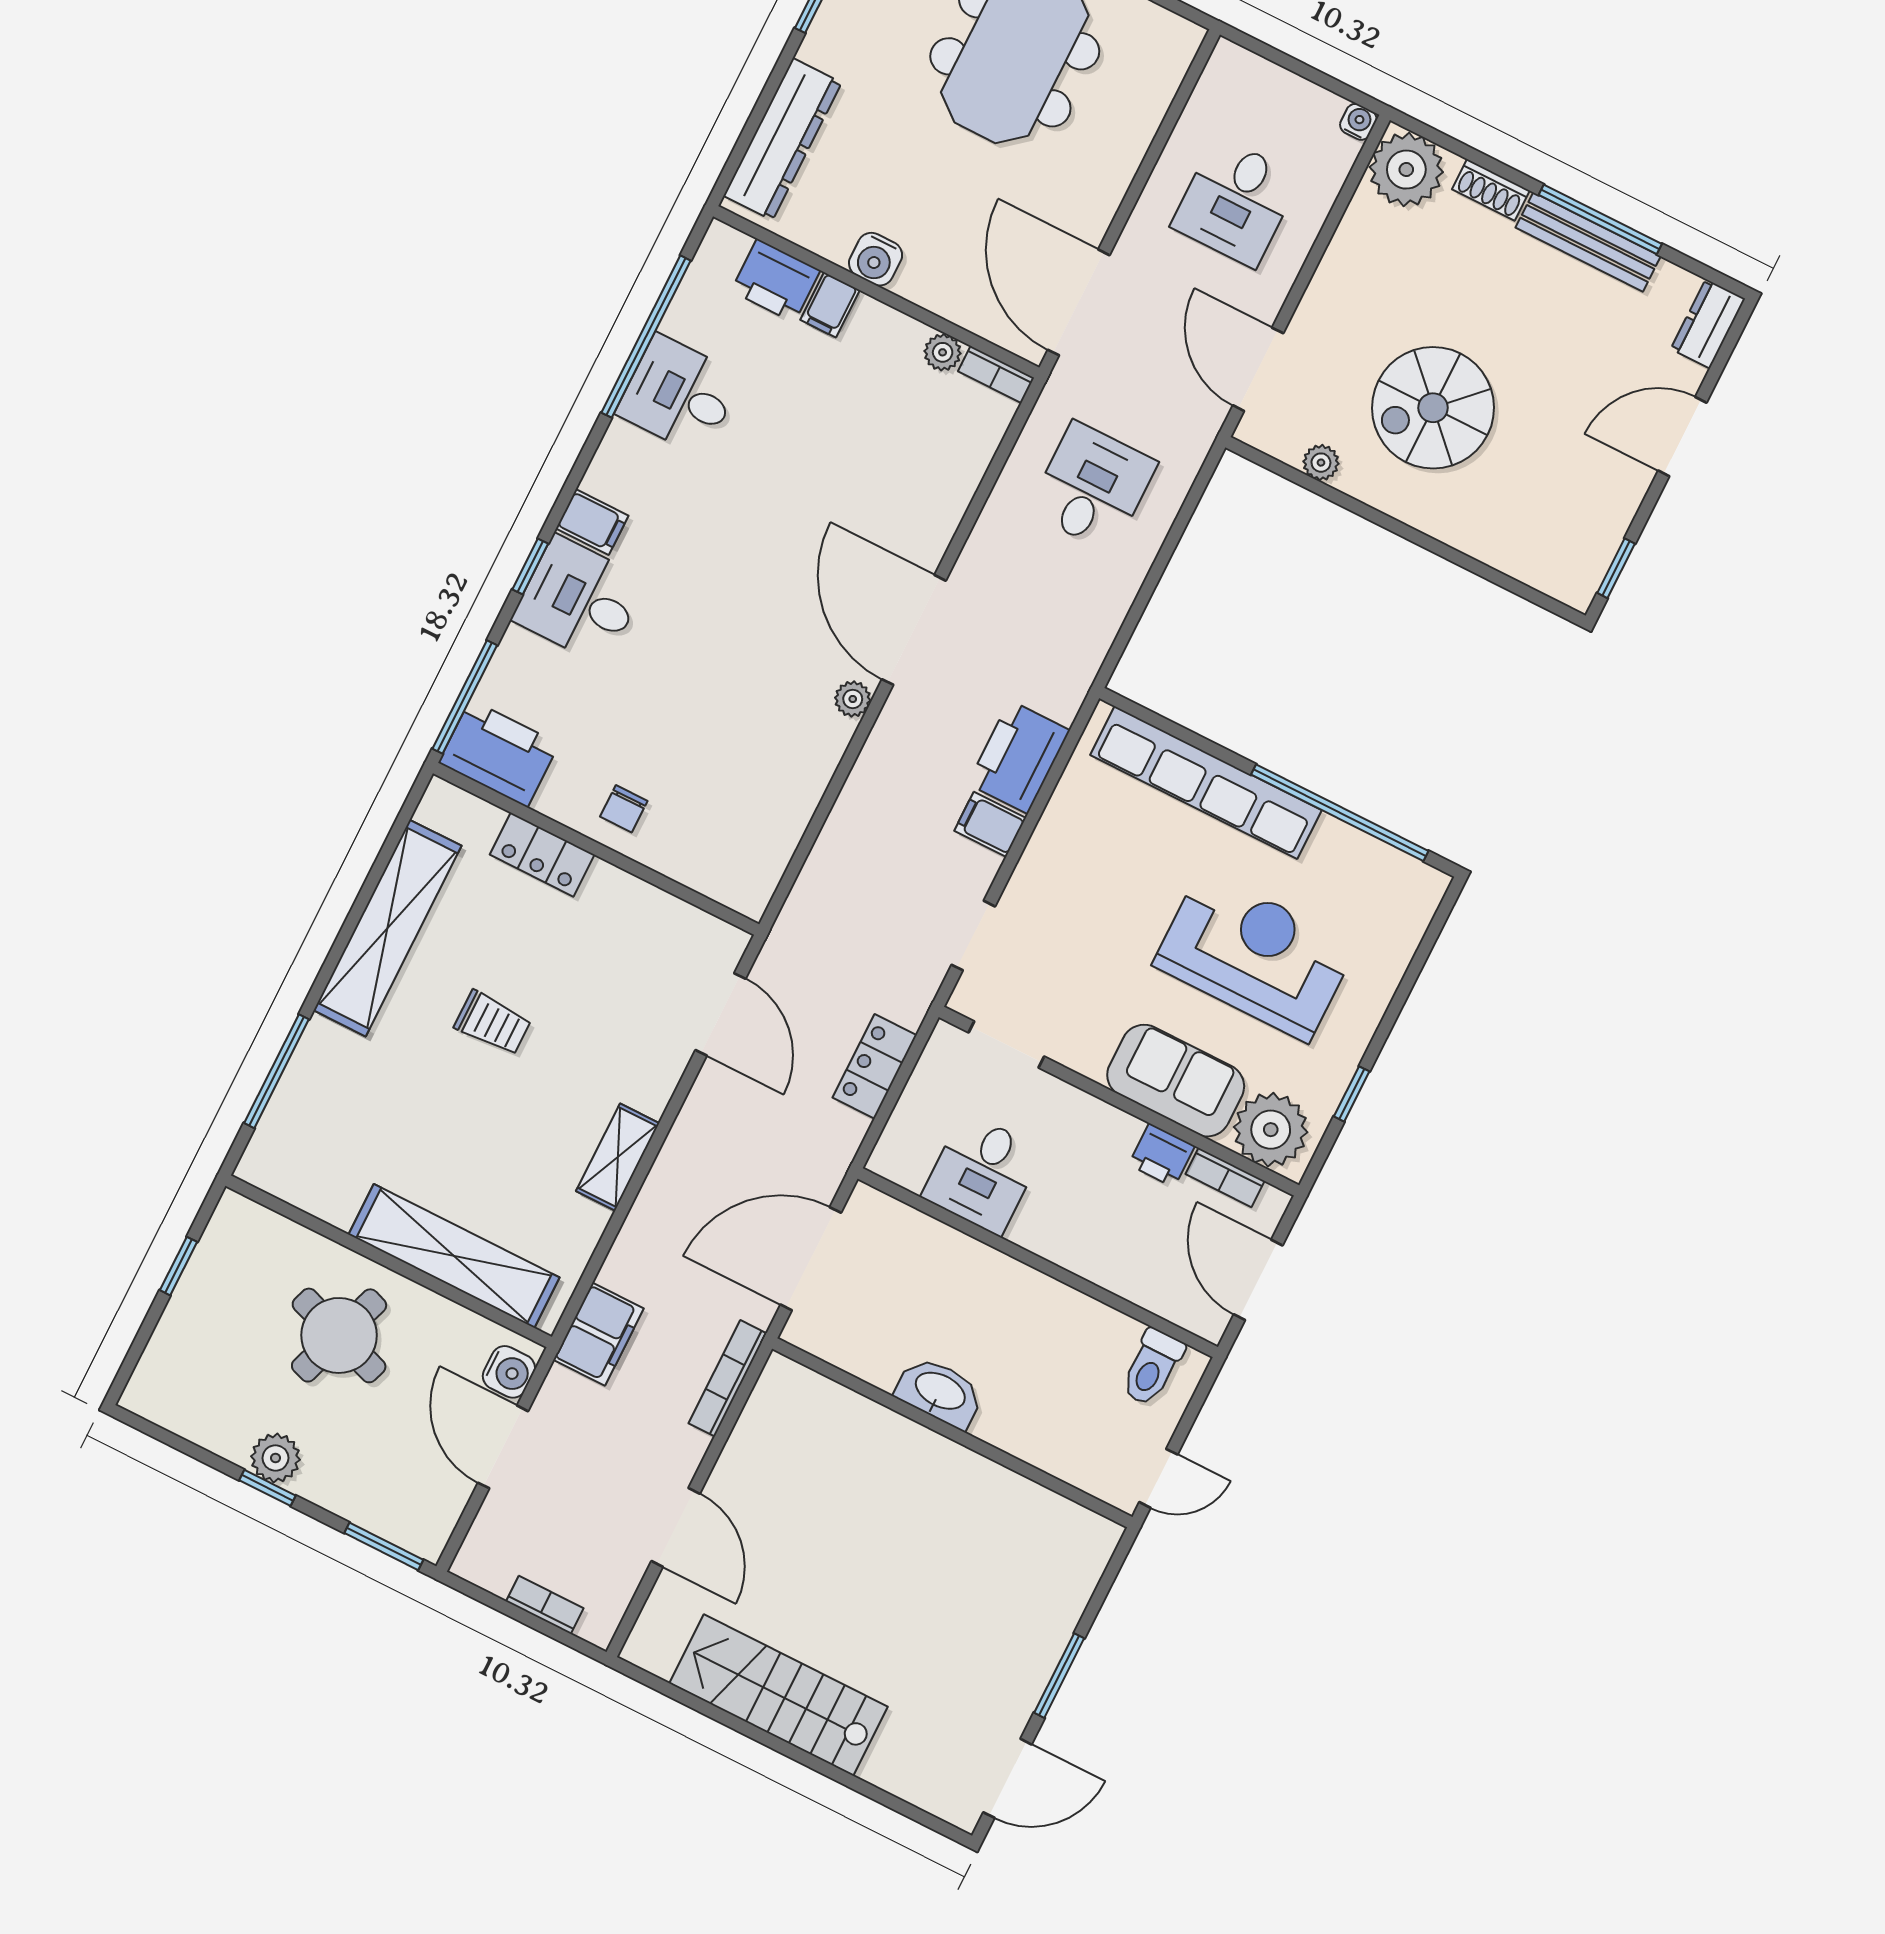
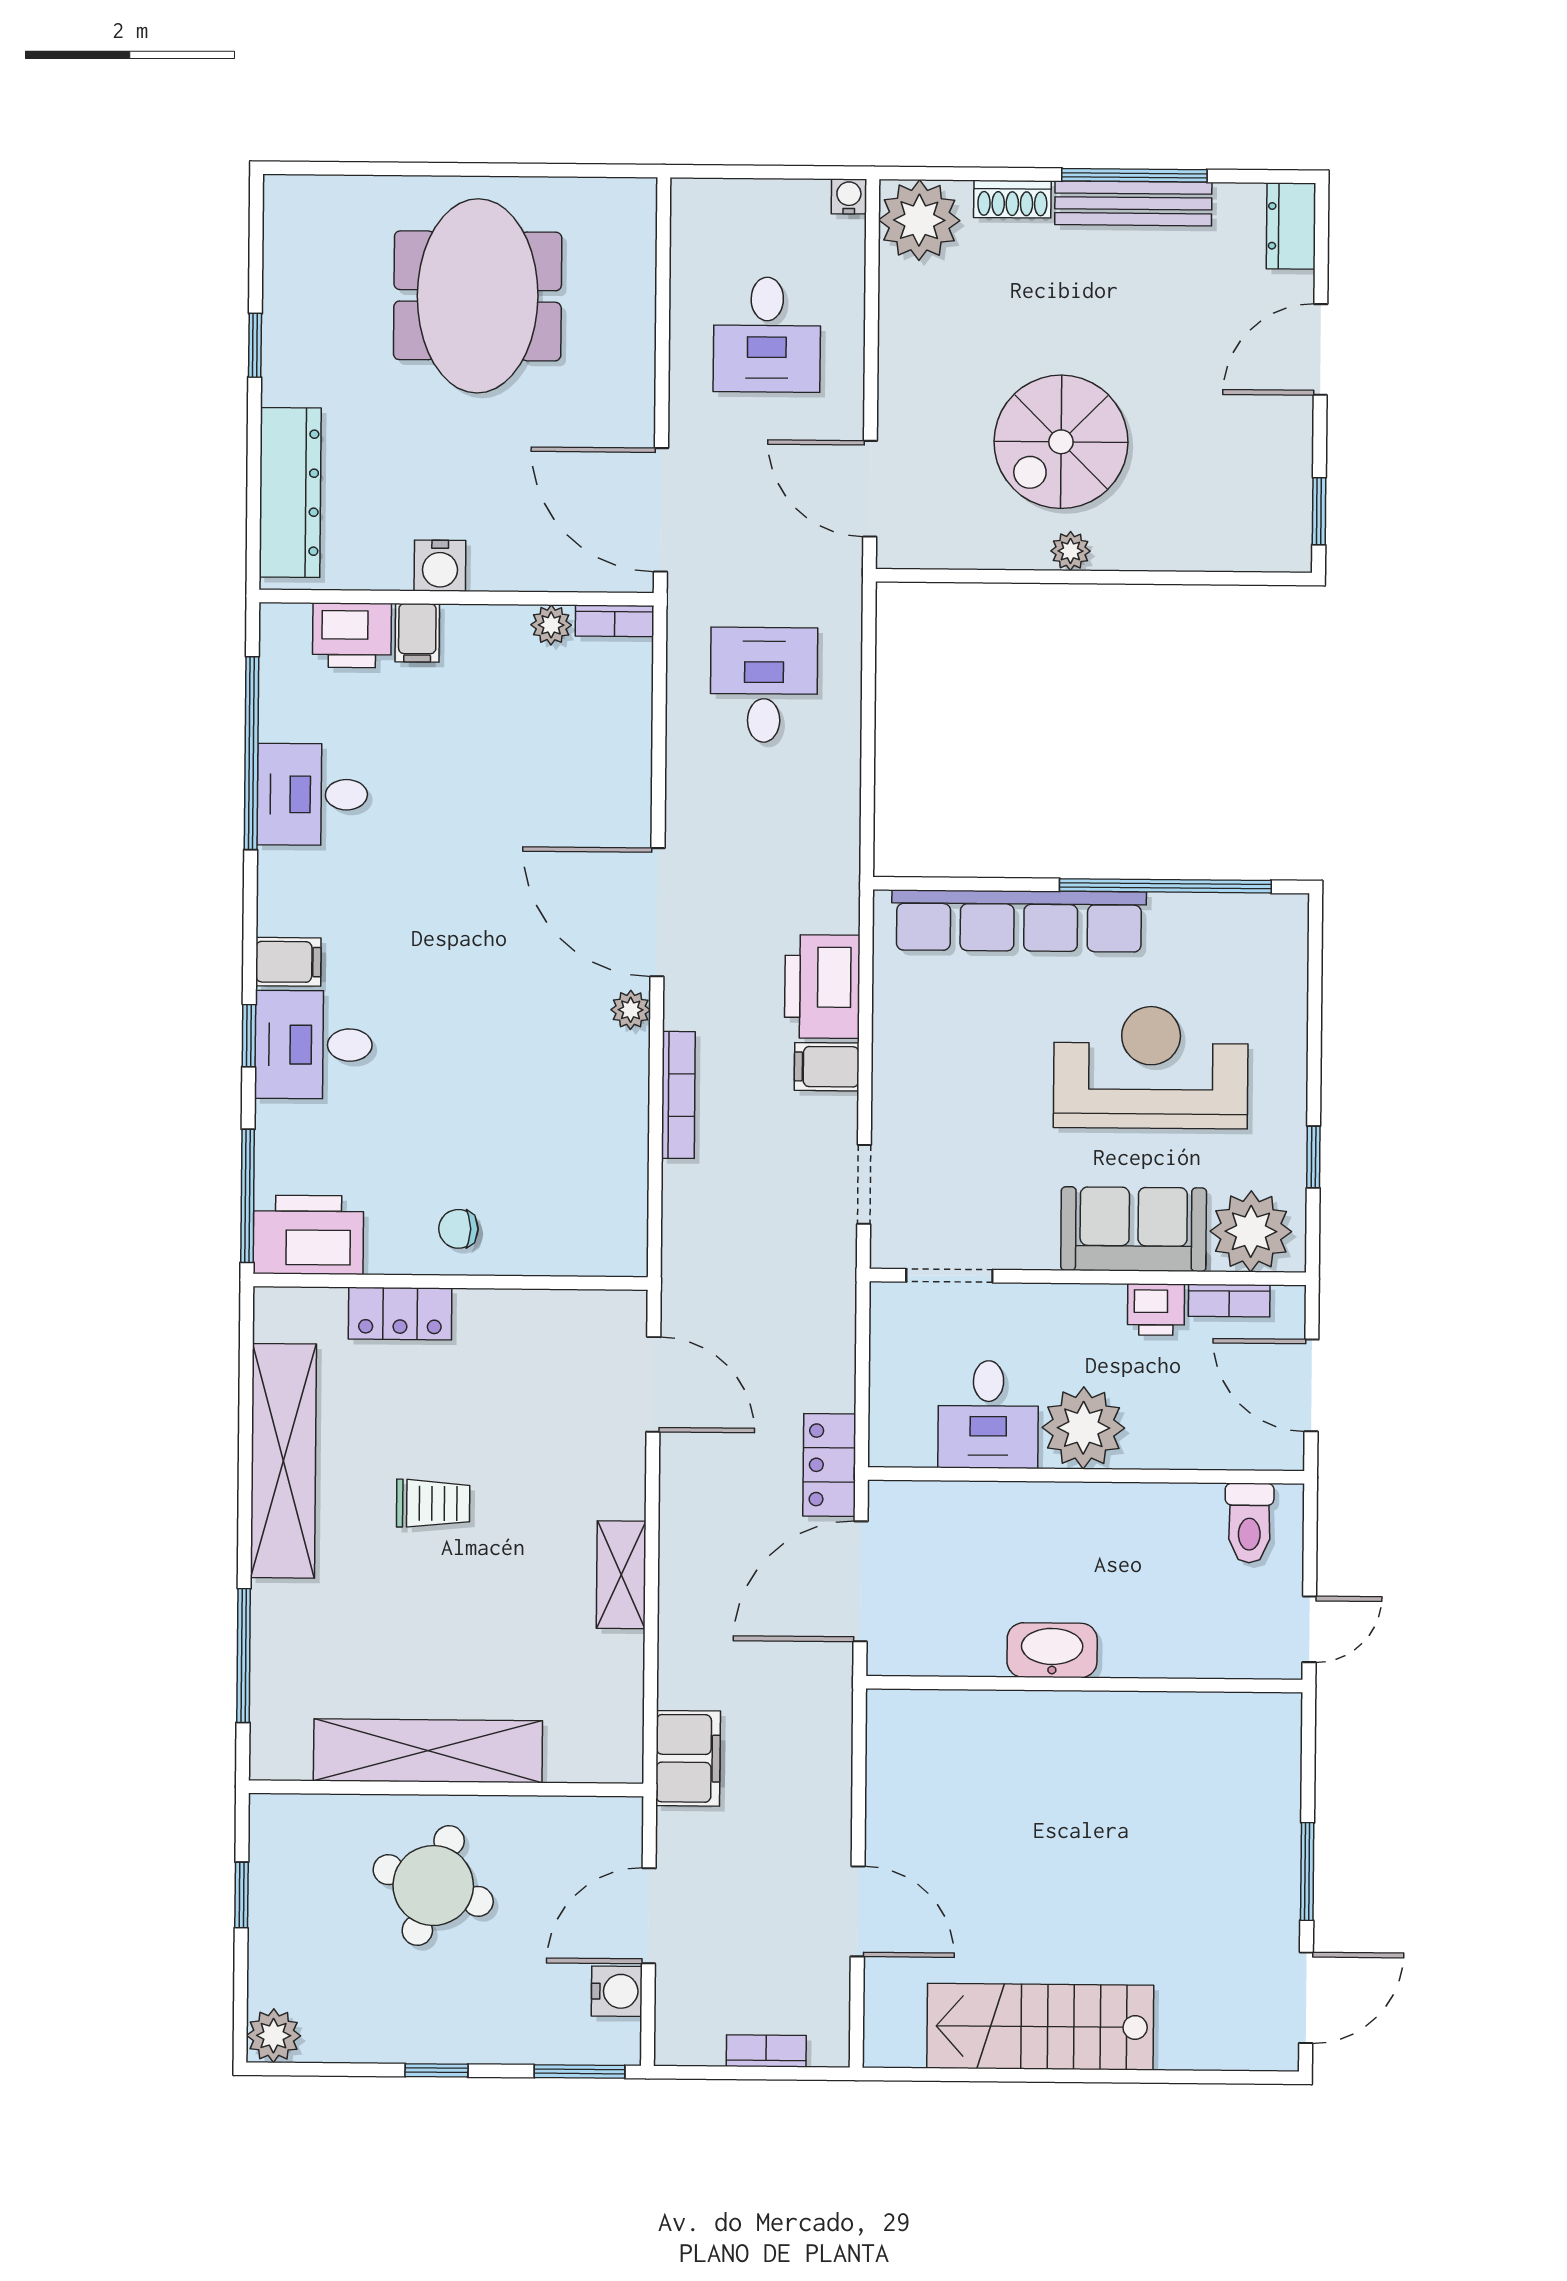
plant: (1321, 463) -> (1070, 551), moved
chair: (624, 809) -> (458, 1229), turned 90
locker: (875, 1066) -> (829, 1465), moved
plant: (1055, 1223) -> (1083, 1428), added
shelving: (454, 1256) -> (428, 1751), moved
water cooler: (509, 1372) -> (617, 1991), moved
bookcase: (728, 1378) -> (678, 1095), moved, turned 180
door: (503, 1447) -> (649, 1916), hinge flipped
plant: (276, 1458) -> (274, 2036), moved

